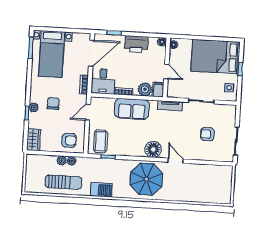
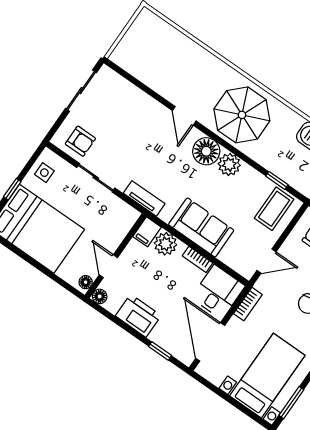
door: (91, 53) -> (210, 342), hinge flipped
door: (166, 72) -> (108, 266), moved
armchair: (207, 134) -> (80, 141), moved
plant: (137, 150) -> (229, 164), added

